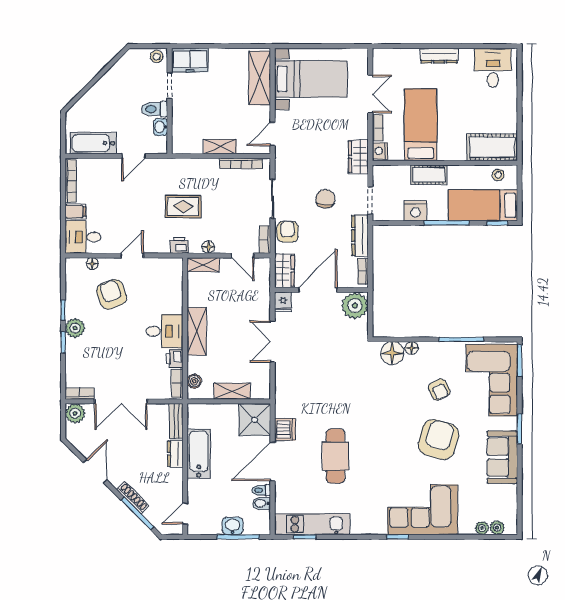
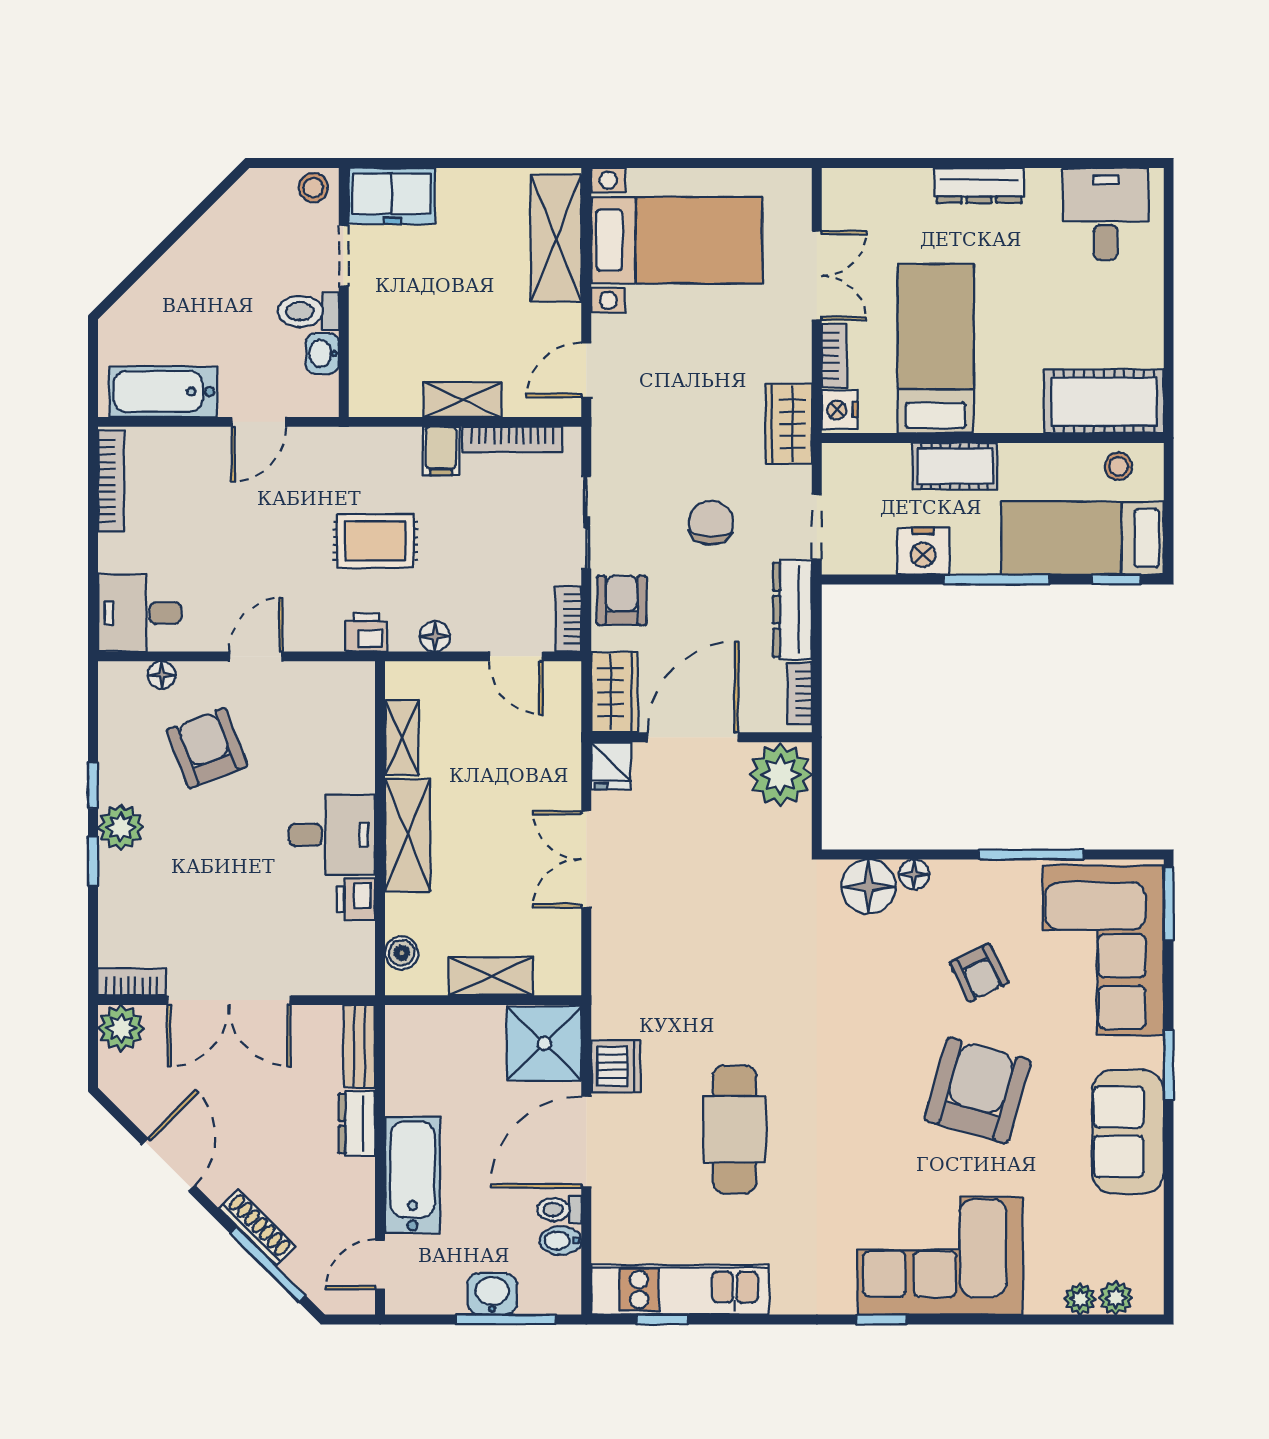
filing cabinet: (76, 212) -> (441, 451), moved, turned 90
shelving: (203, 265) -> (402, 738), moved, turned 90
bookcase: (177, 383) -> (362, 958), removed
bathtub: (199, 454) -> (413, 1175), moved

